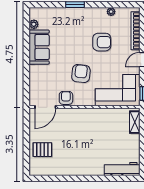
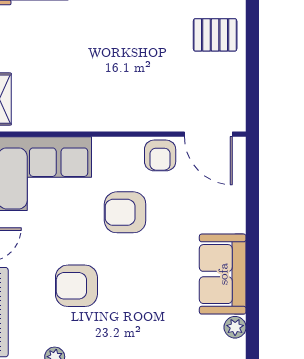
armchair: (81, 74) -> (125, 212), turned 84
door: (45, 107) -> (208, 134), swing flipped

